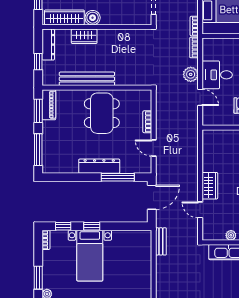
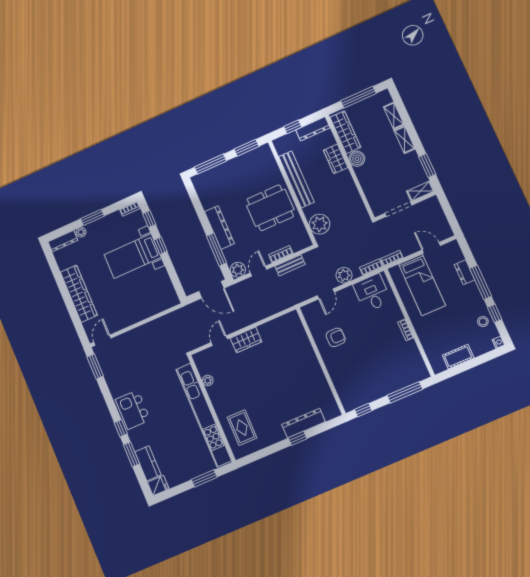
desk: (217, 75) -> (372, 293), moved
plant: (136, 76) -> (320, 224), added
piano: (49, 105) -> (257, 155), removed
plant: (144, 166) -> (238, 270), added
bench: (161, 241) -> (290, 265), moved

